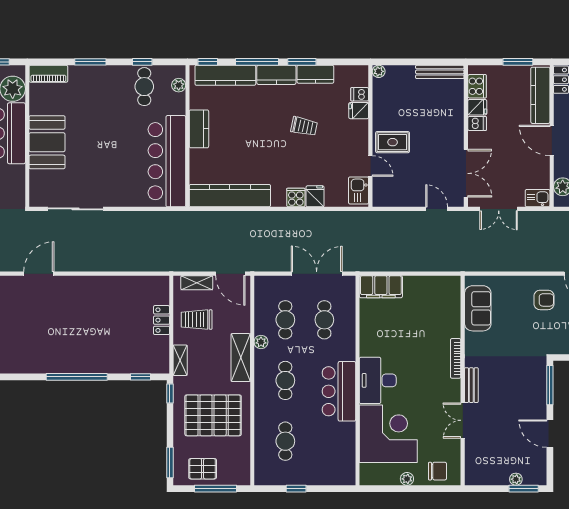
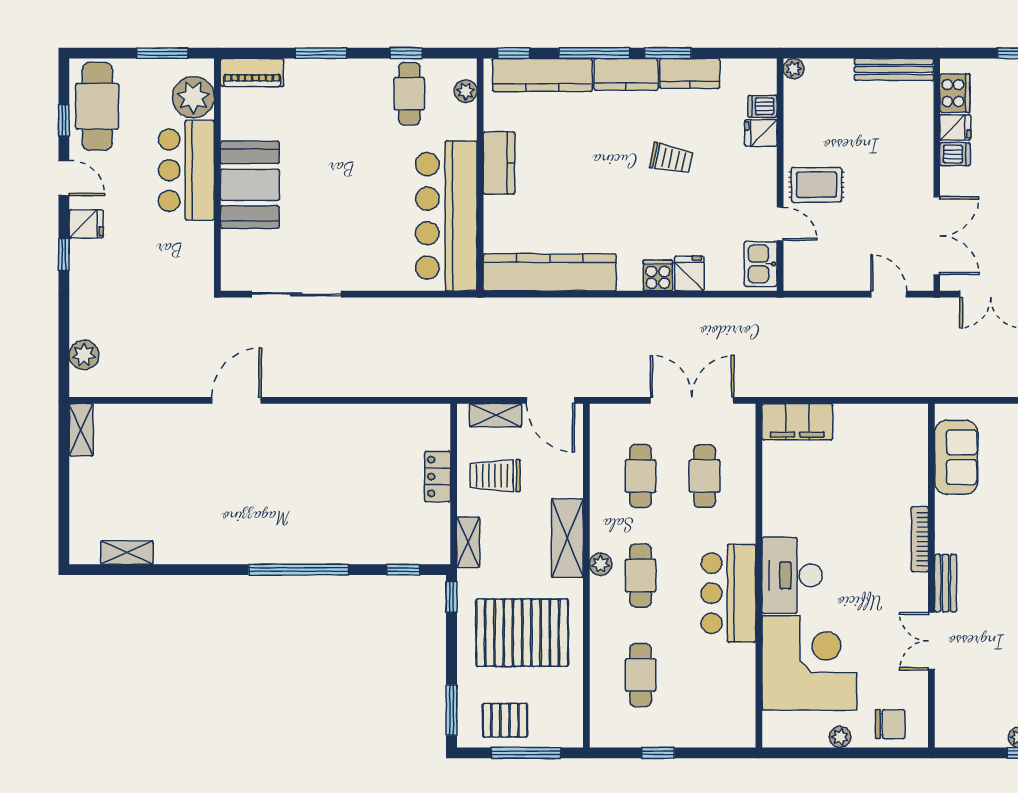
plant: (261, 342) -> (601, 564), moved

